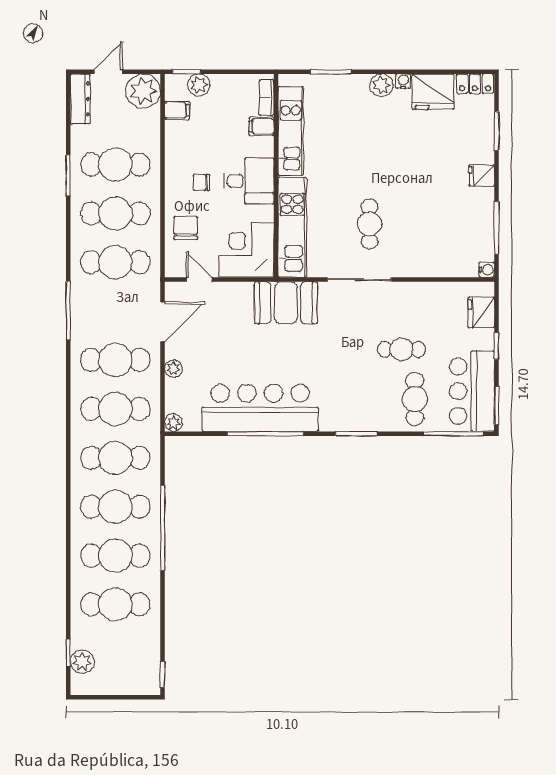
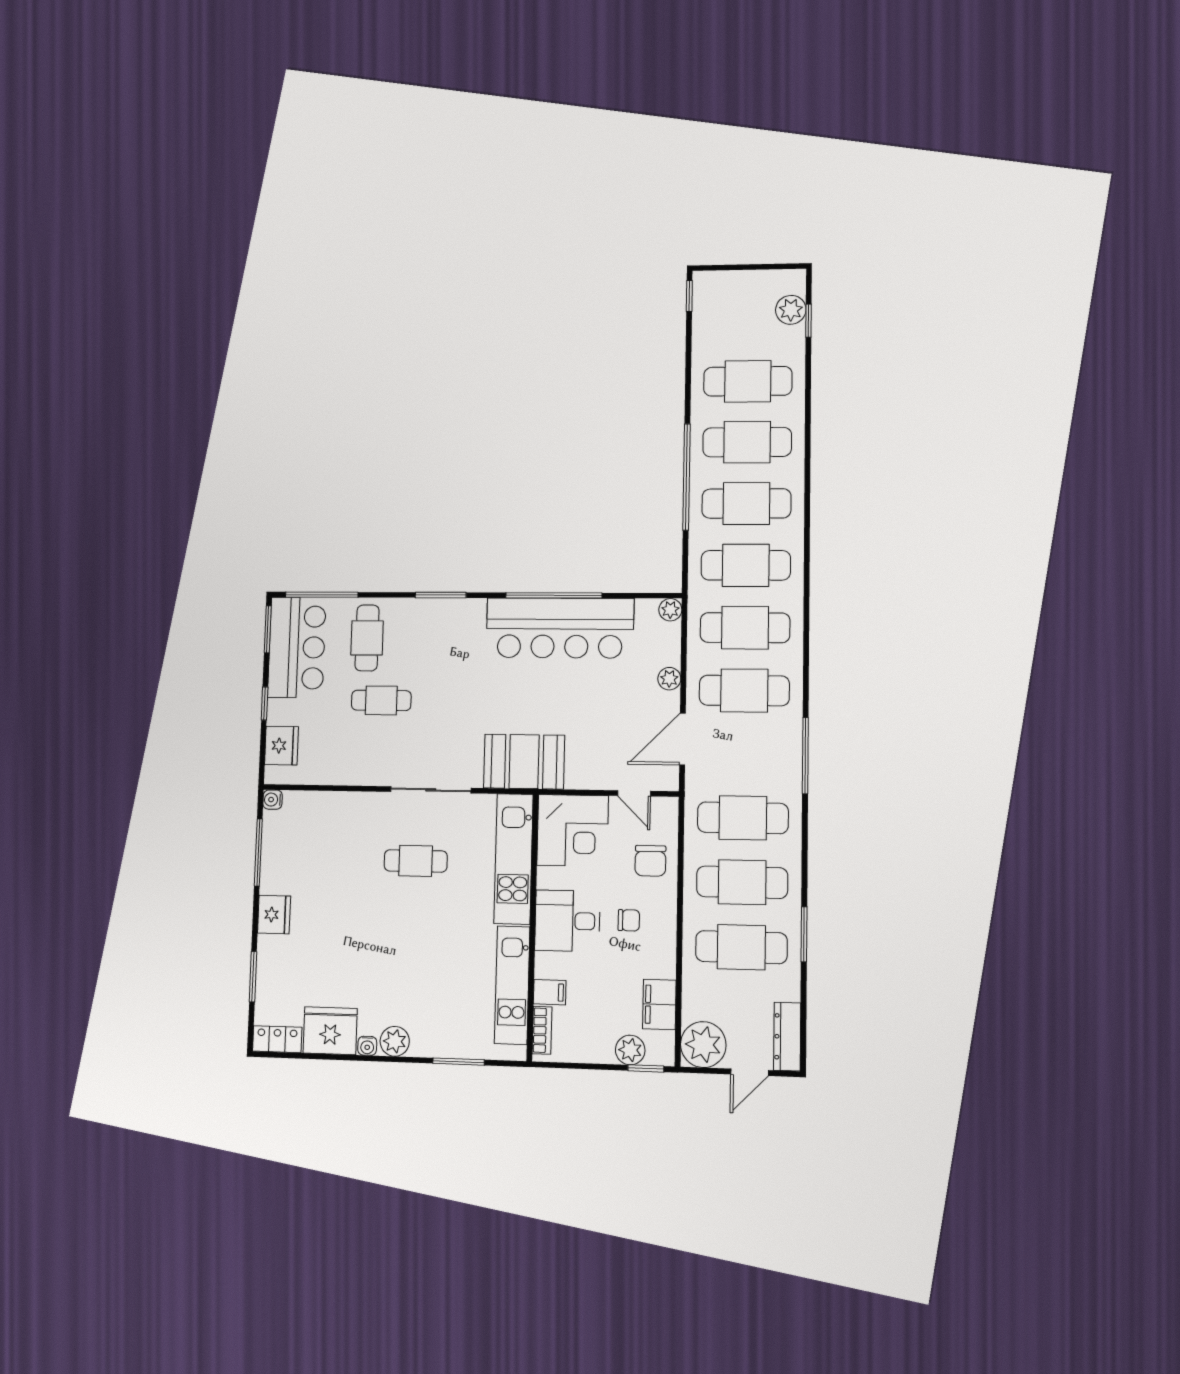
filing cabinet: (177, 110) -> (659, 1005), width x2.00
fridge: (482, 176) -> (274, 915), width x1.38
cafe table: (370, 224) -> (416, 861), turned 90

